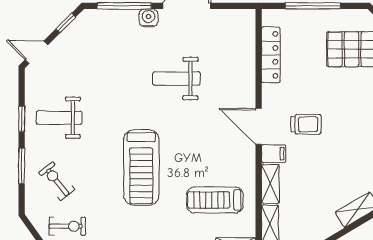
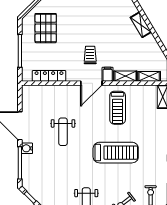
treadmill: (215, 200) -> (118, 108), moved

